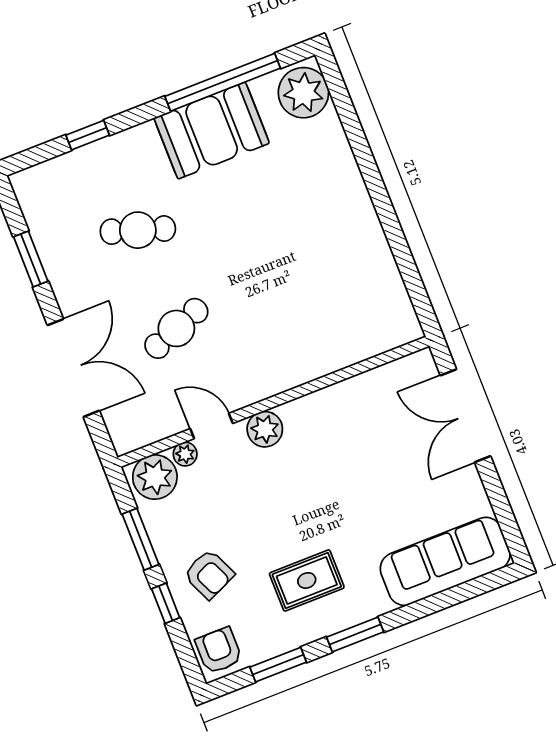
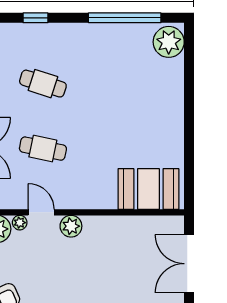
booth: (212, 131) -> (148, 189), moved
cafe table: (176, 328) -> (43, 149), turned 33

